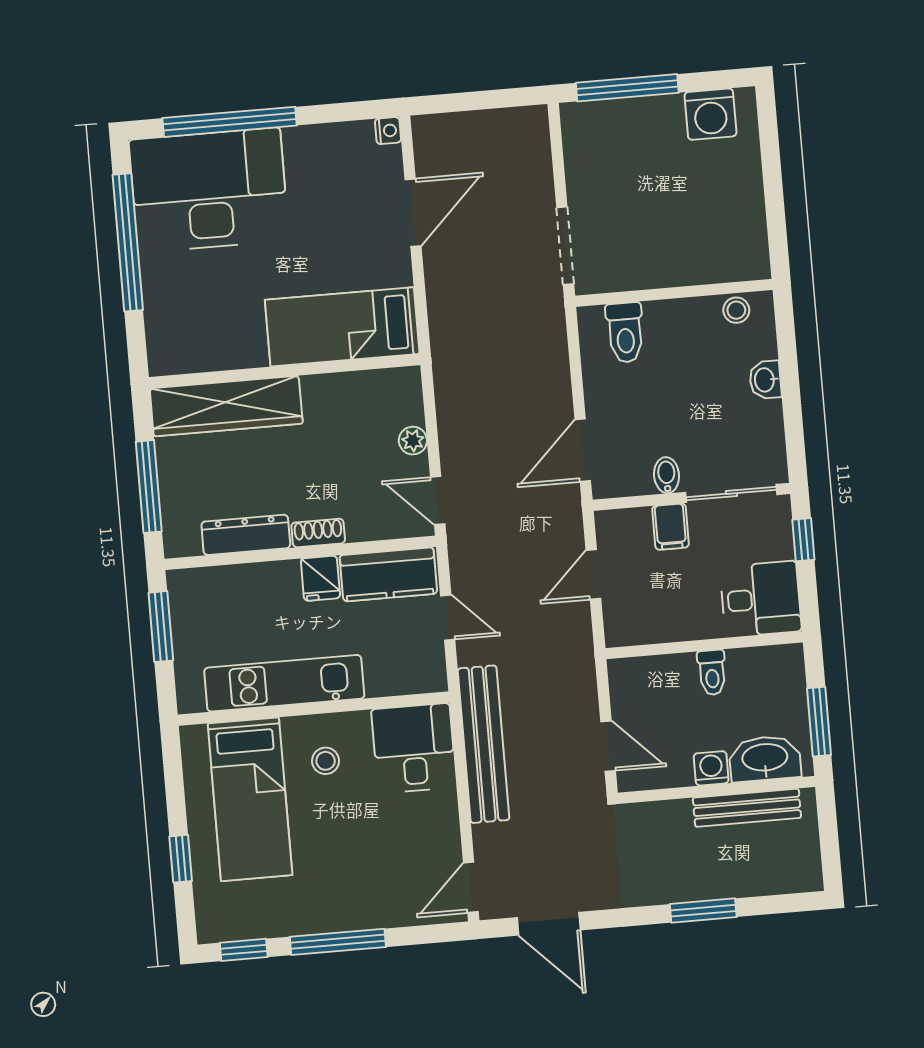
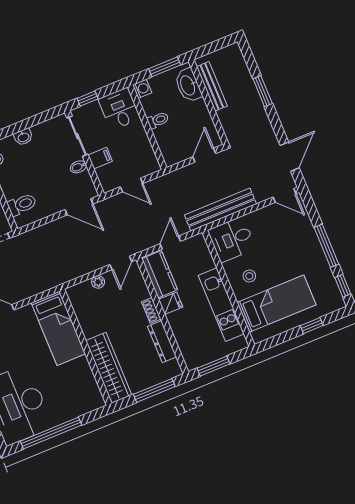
washing machine: (711, 768) -> (142, 89), moved, turned 180

